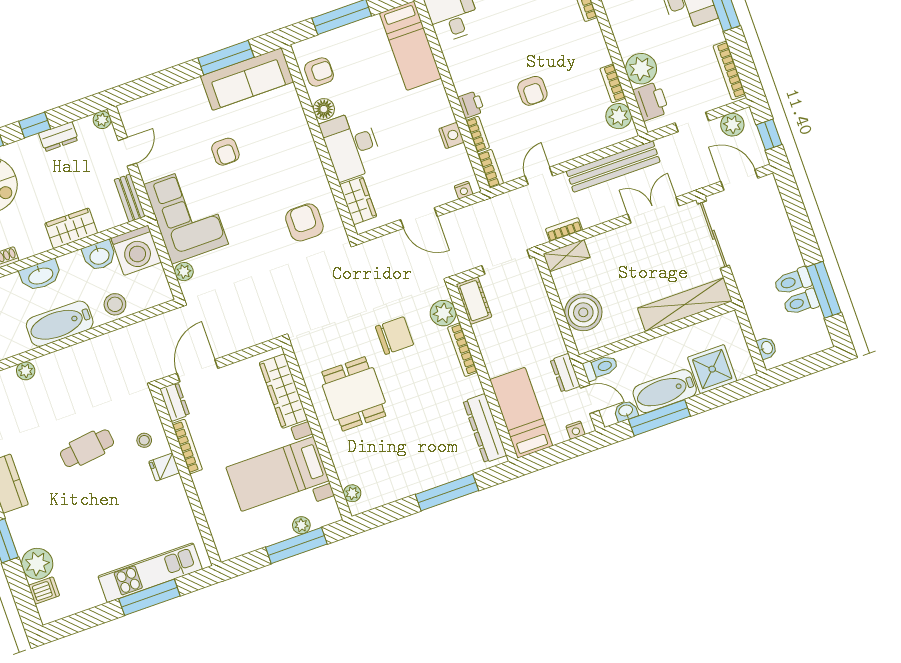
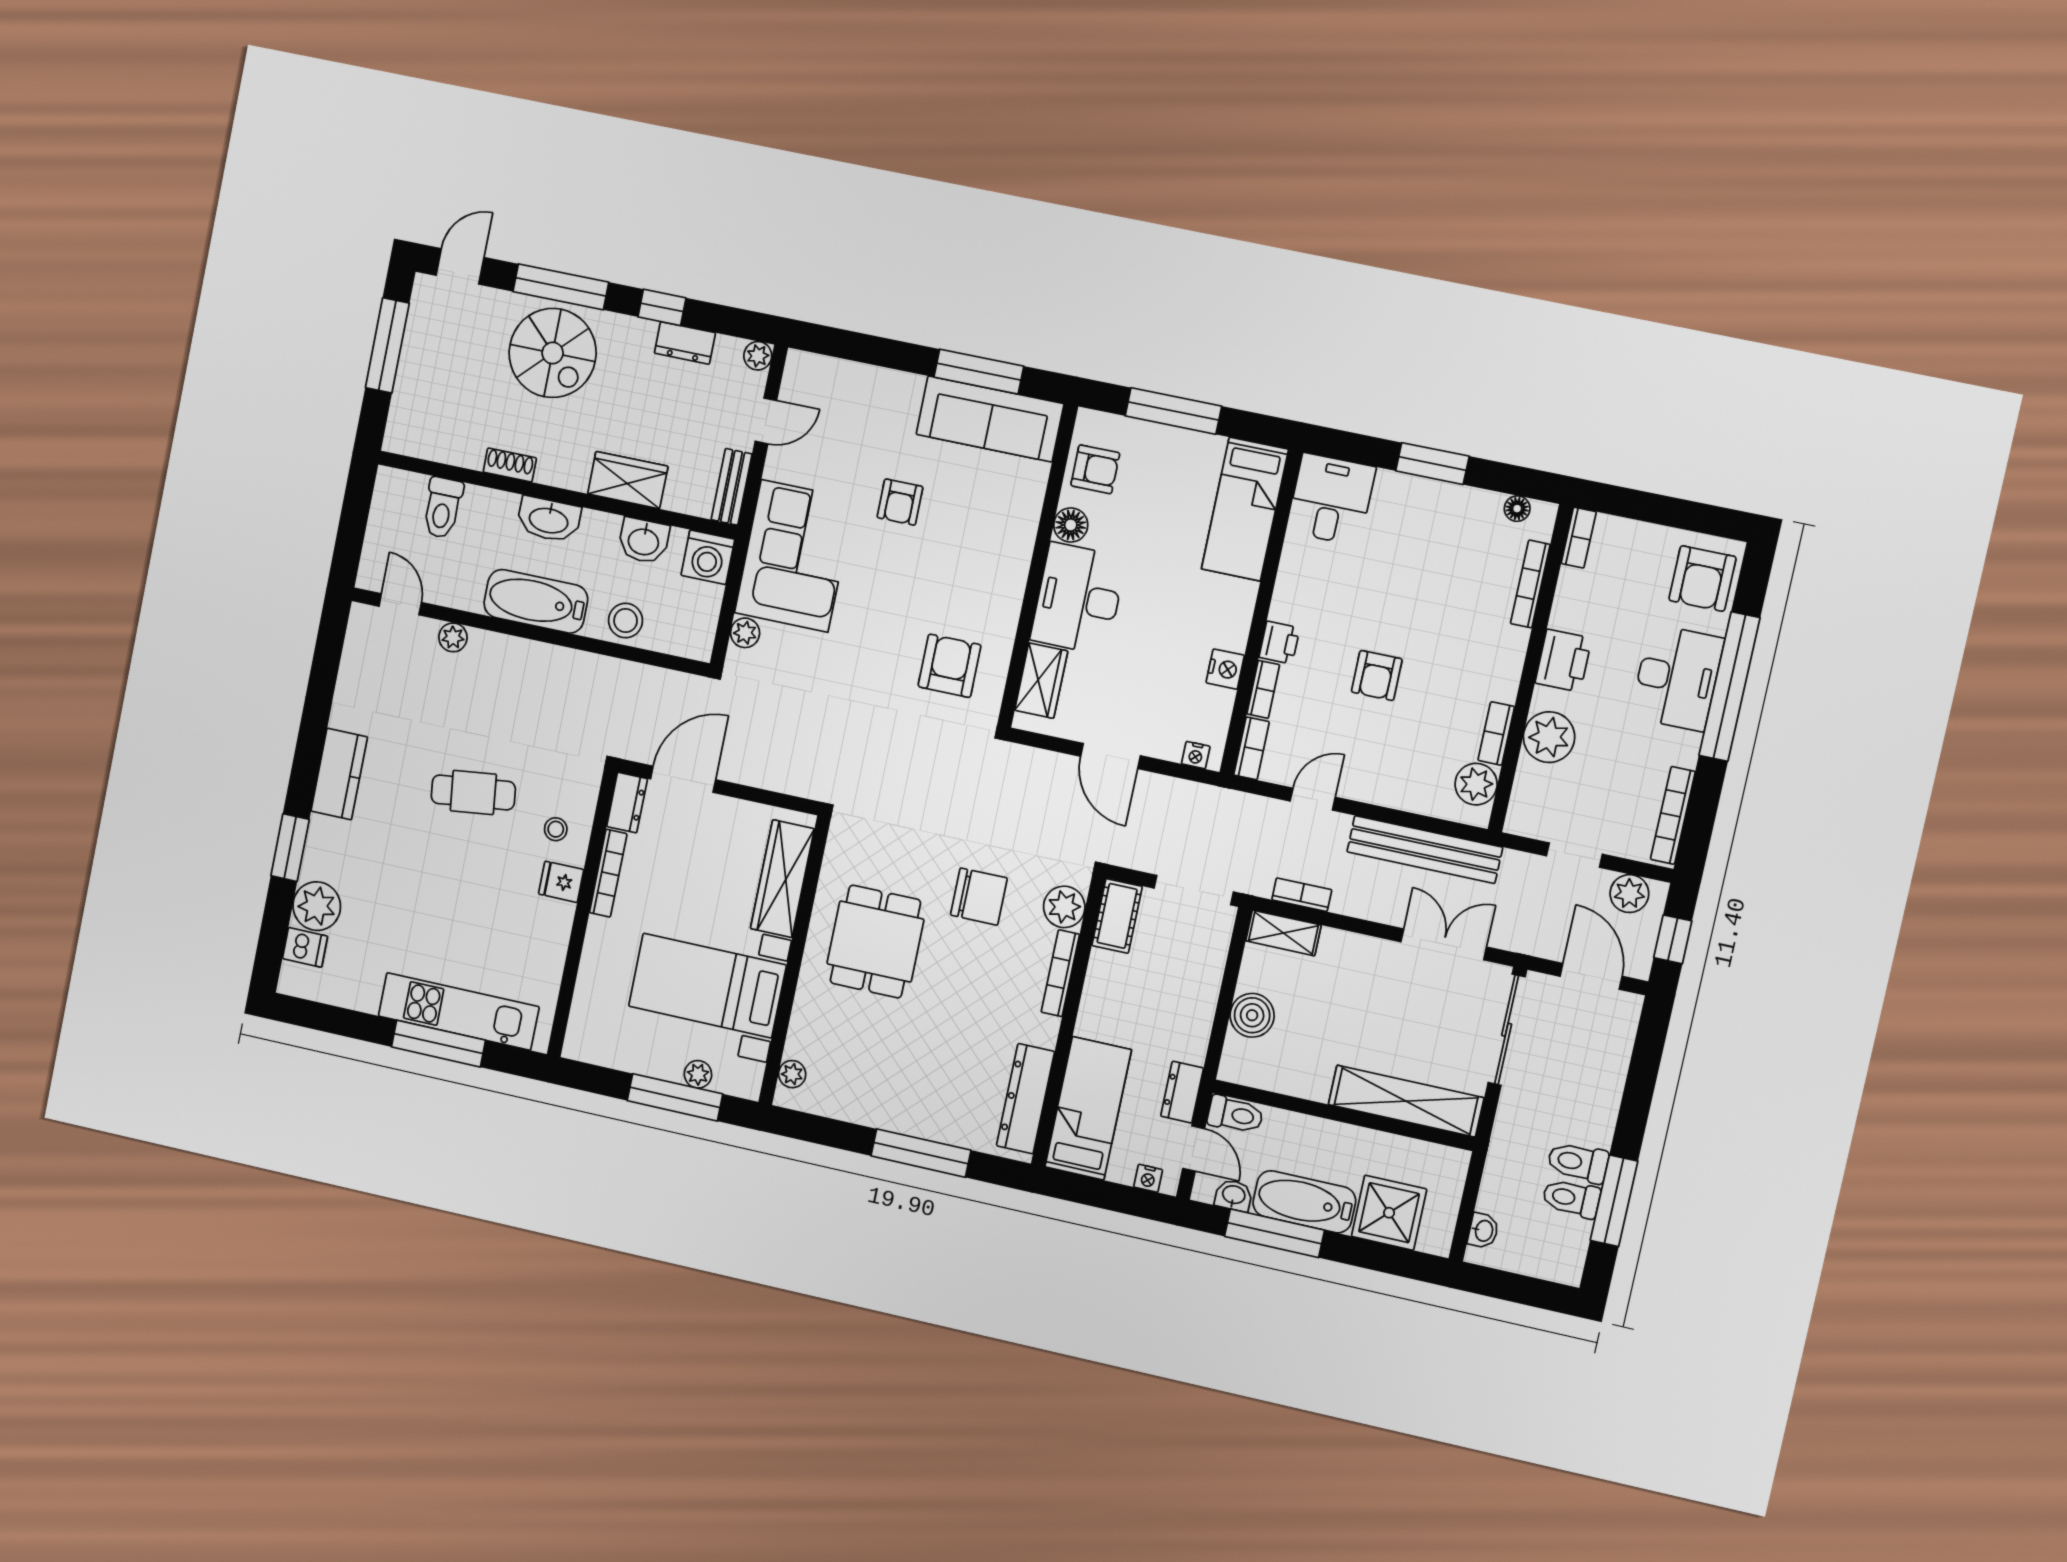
printer: (651, 101) -> (1563, 661), moved
washing machine: (136, 250) -> (708, 557), width x0.73, depth x0.73
boiler: (583, 312) -> (1252, 1015), width x0.73, depth x0.73

